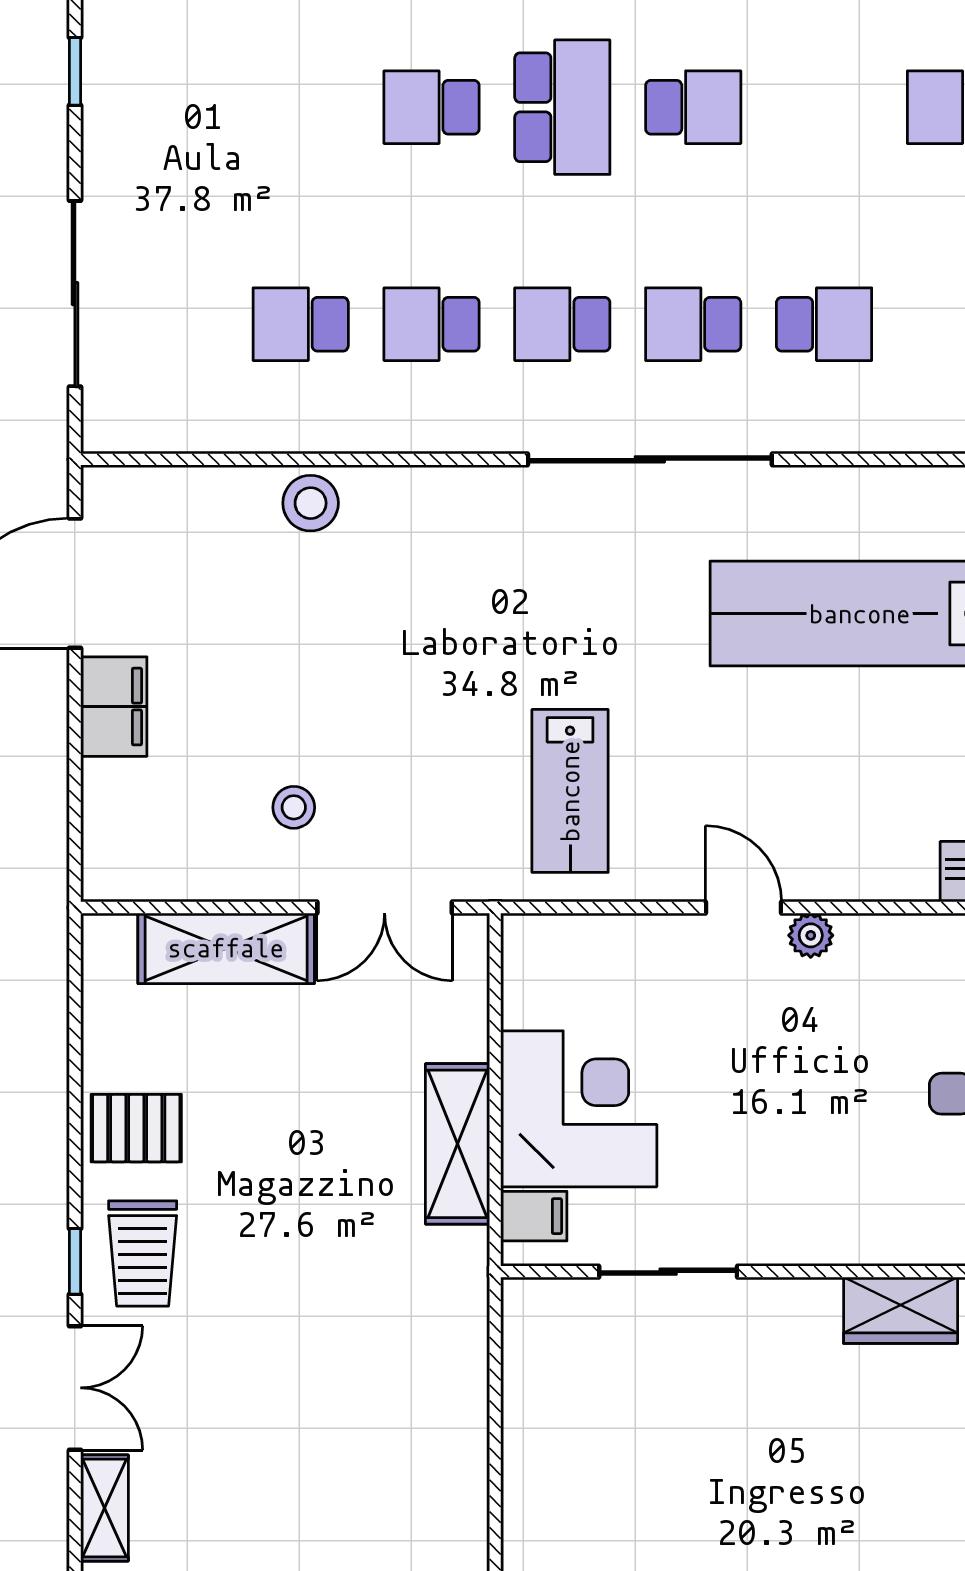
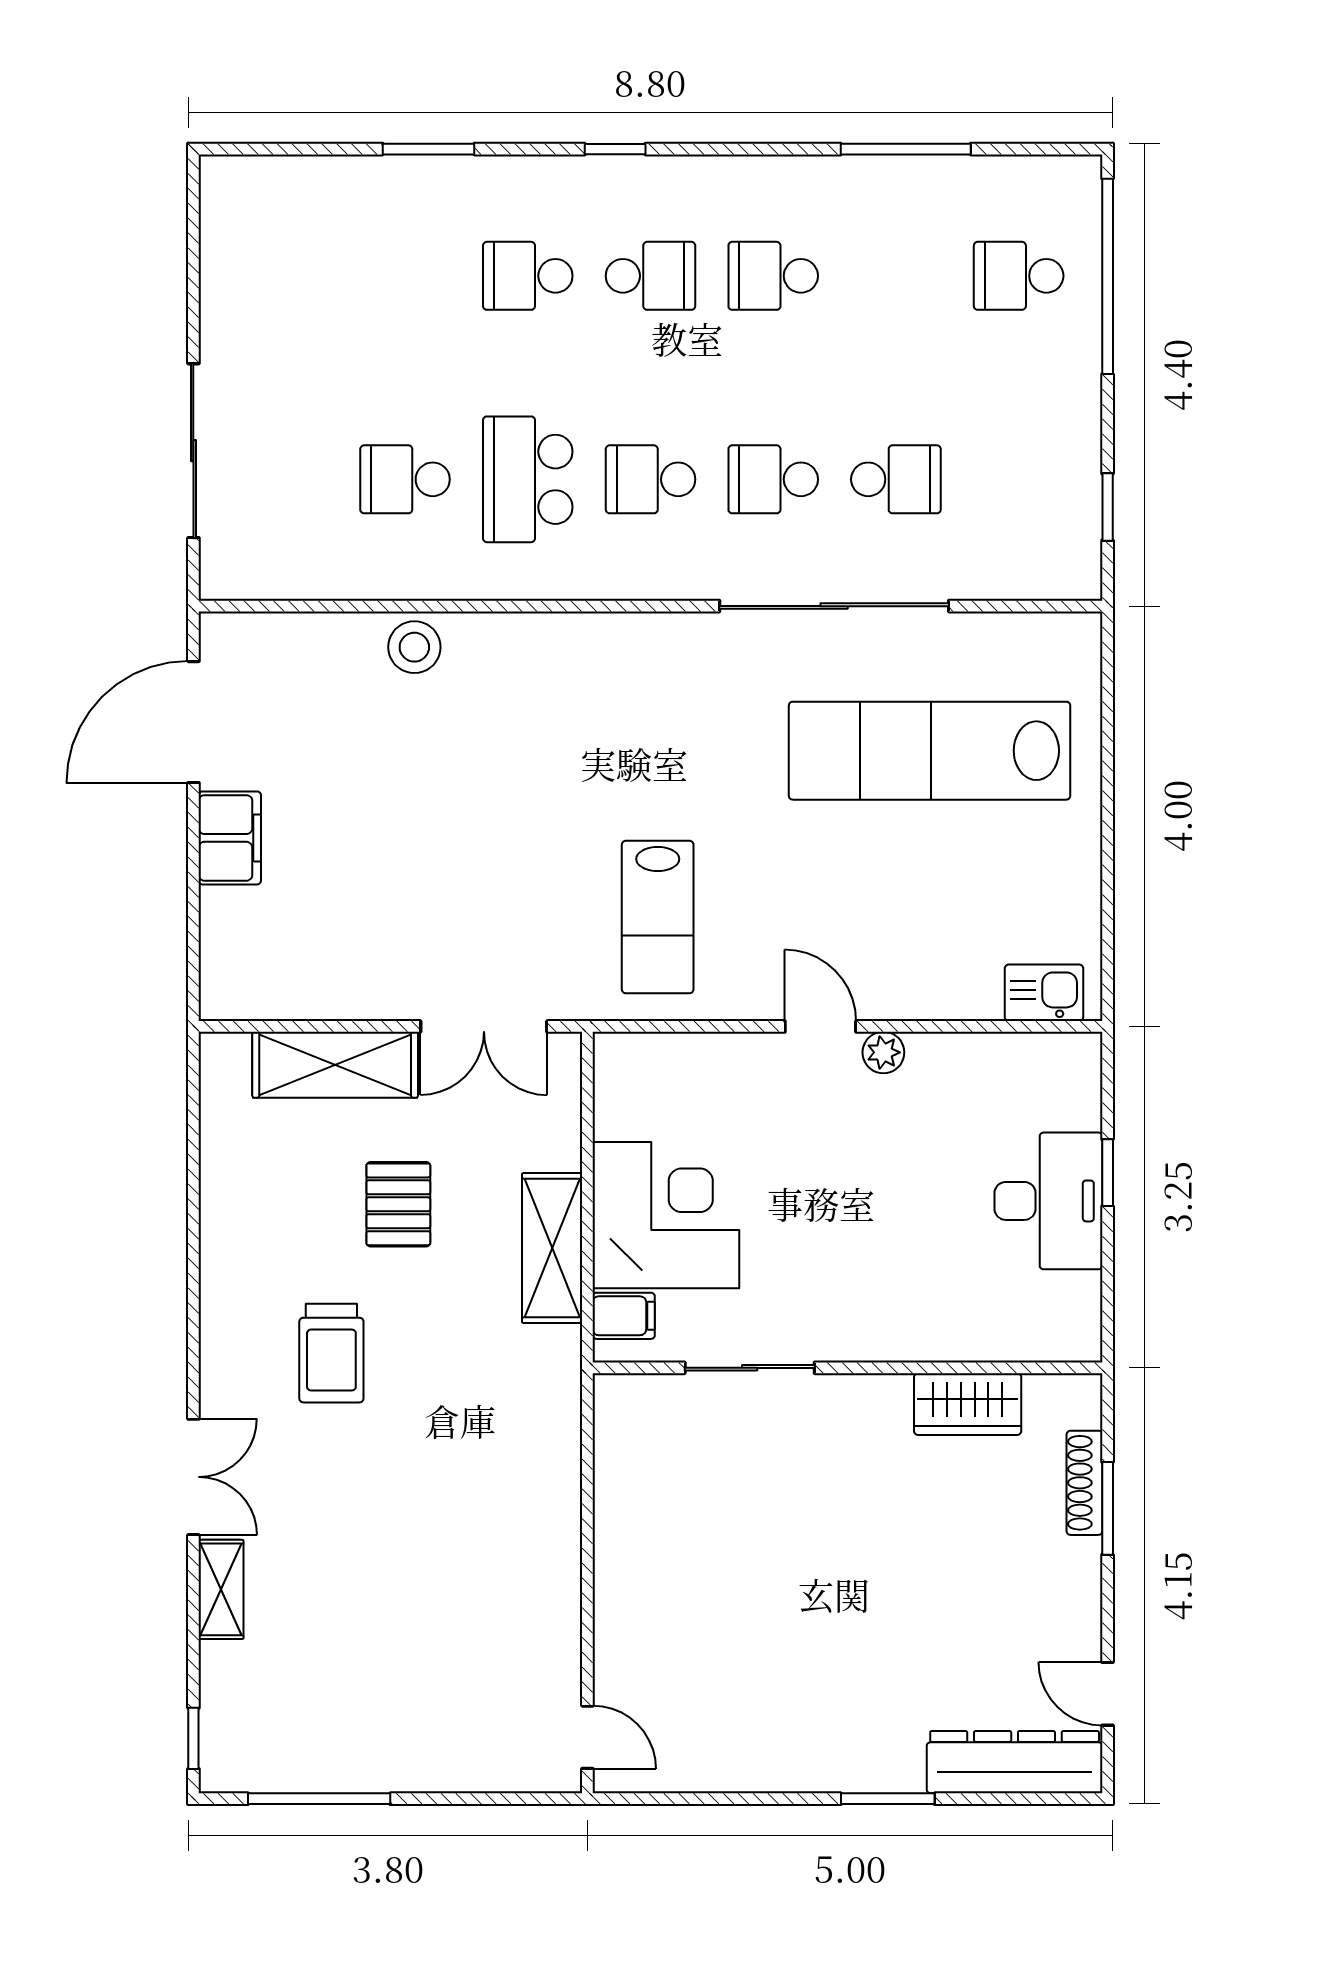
window: (75, 71) -> (193, 242), removed
school desk: (562, 107) -> (650, 276), width x0.54
school desk: (693, 107) -> (773, 276), turned 180
school desk: (431, 324) -> (528, 479), width x1.85
sliding door: (650, 459) -> (834, 606), moved
stool: (294, 807) -> (399, 932), removed
pallet: (136, 1128) -> (398, 1204), moved, turned 90
trolley: (143, 1254) -> (331, 1353), moved
window: (75, 1261) -> (193, 1358), removed

